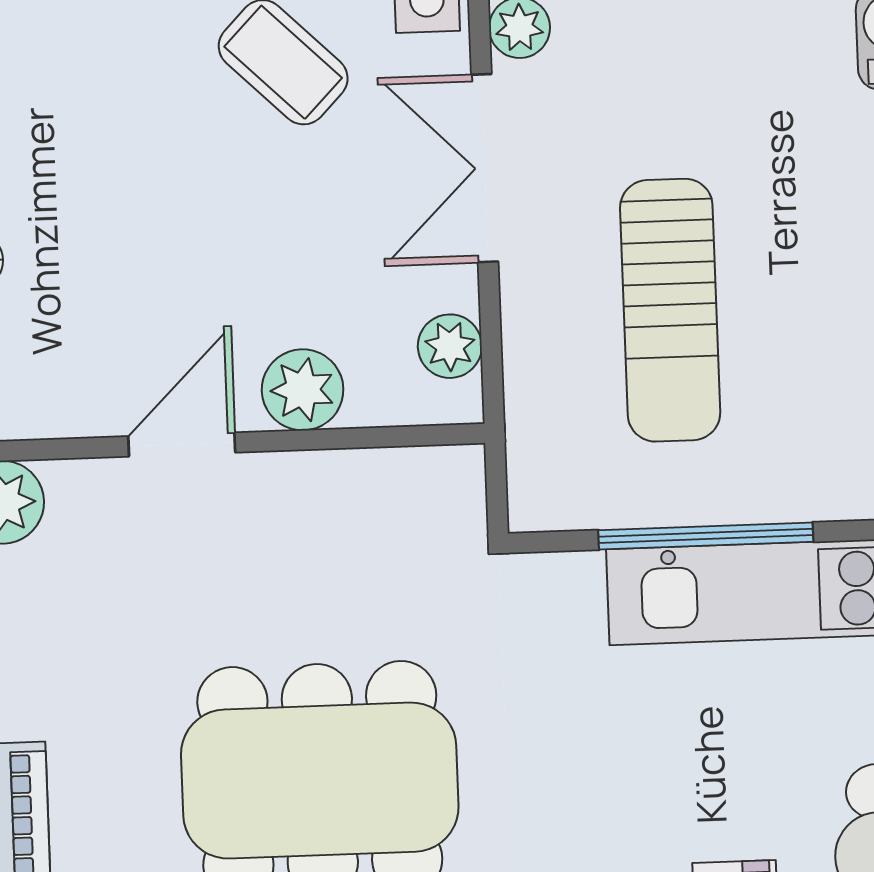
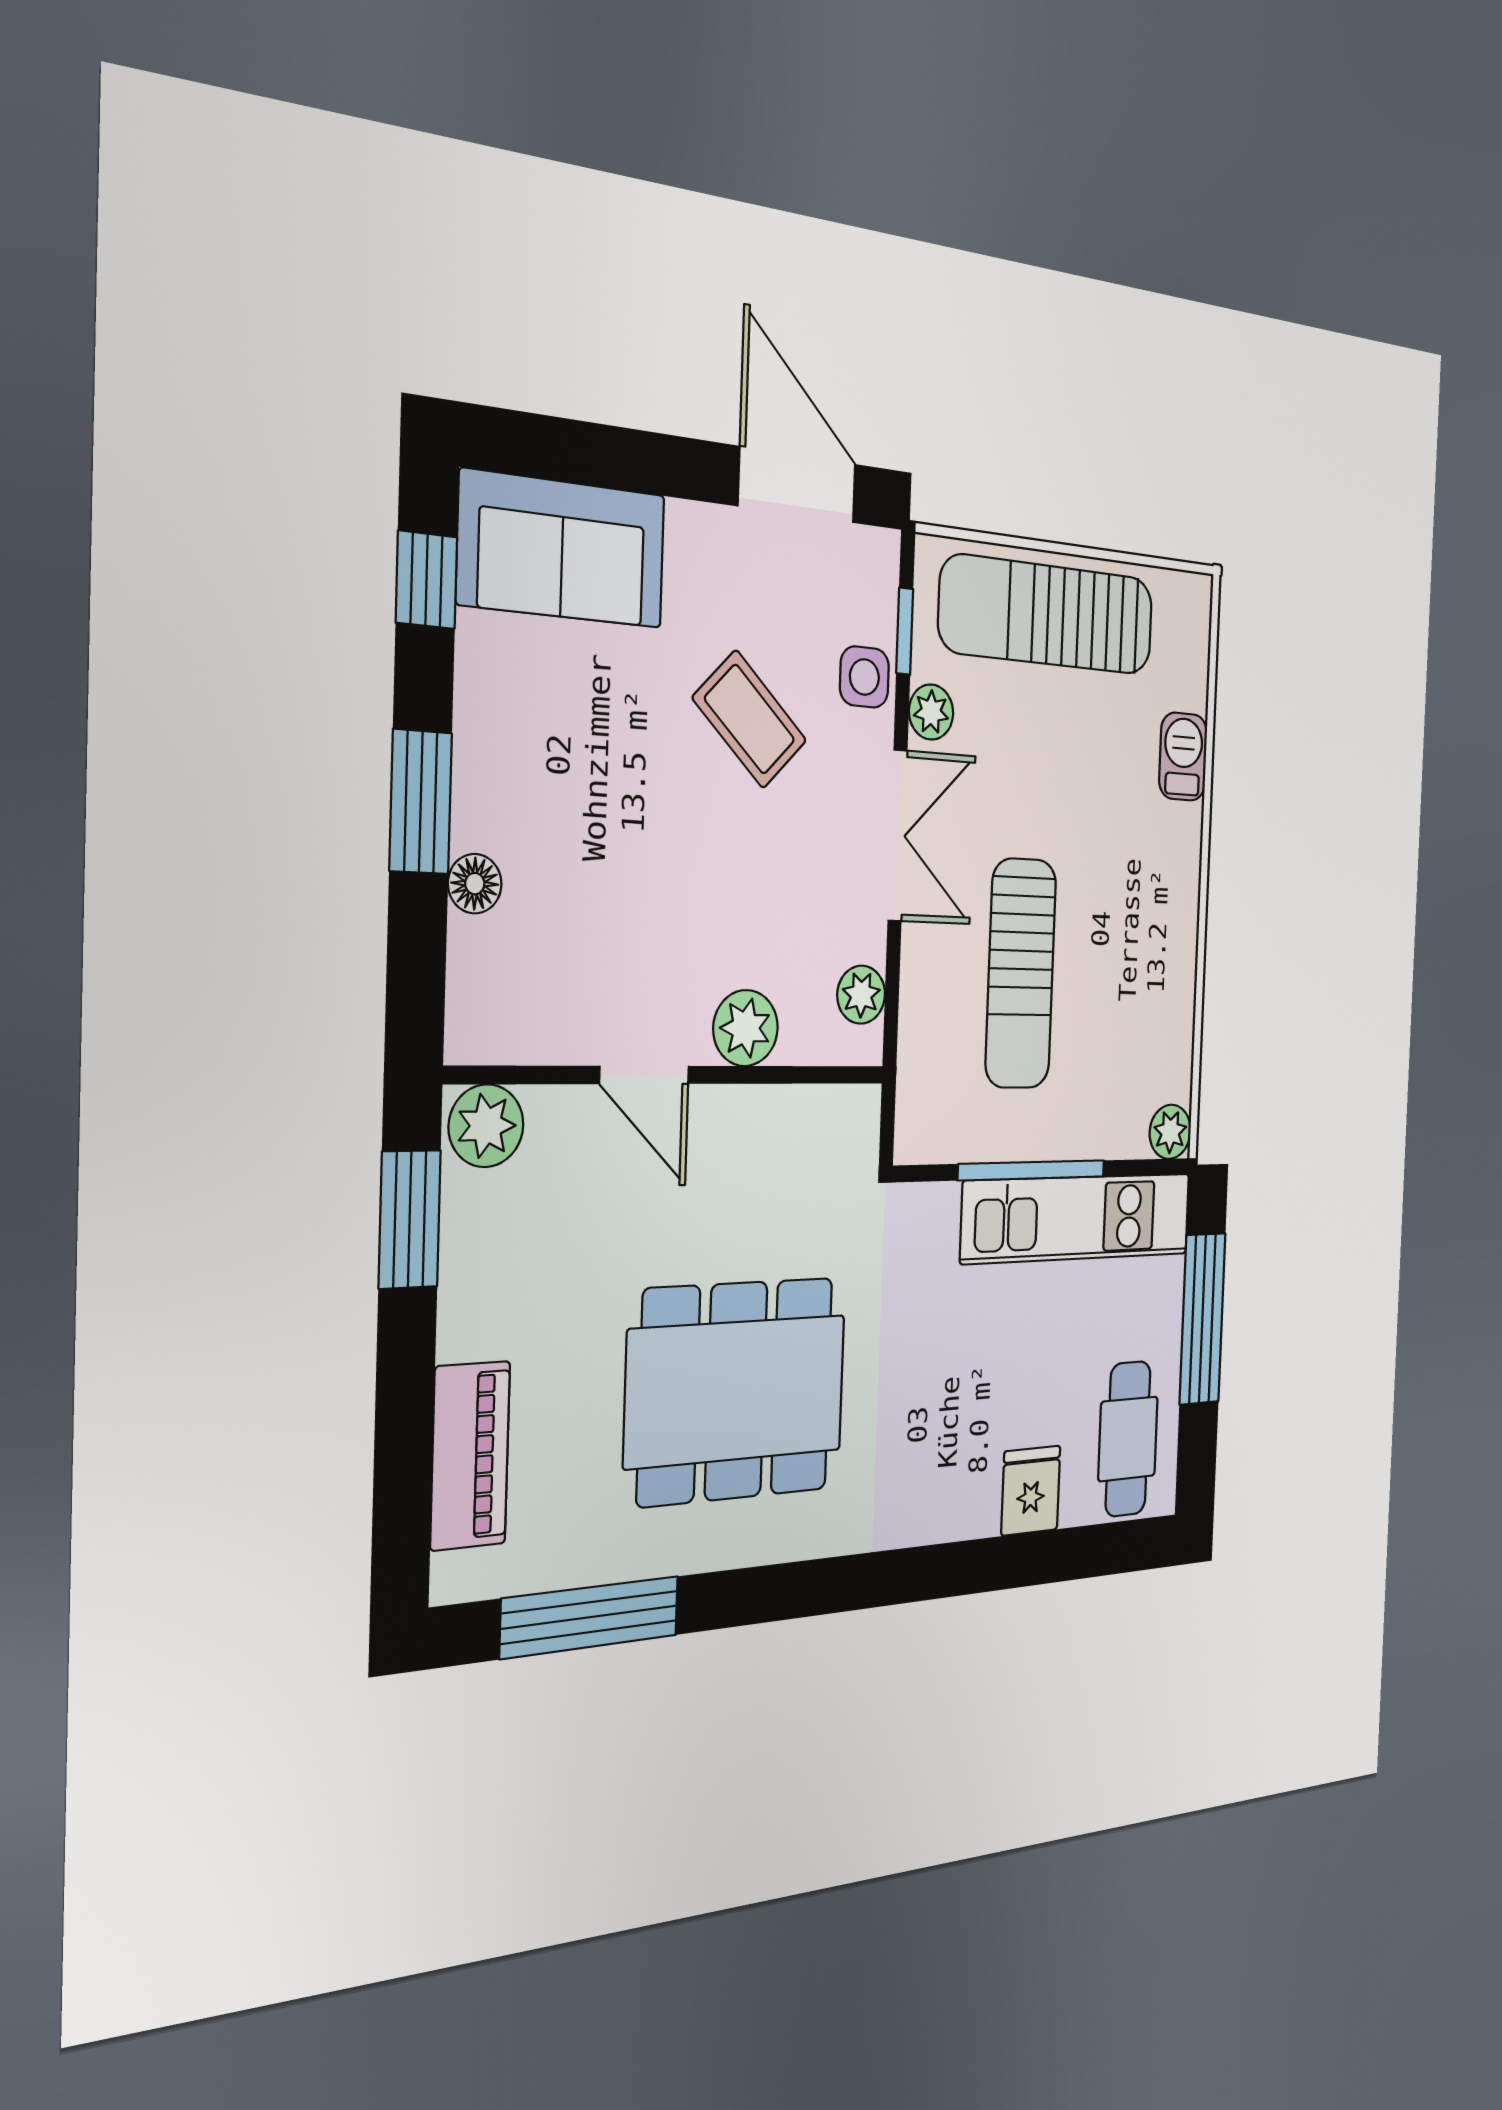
double door: (485, 168) -> (898, 836), swing flipped
door: (182, 444) -> (644, 1075), swing flipped

